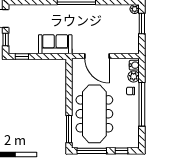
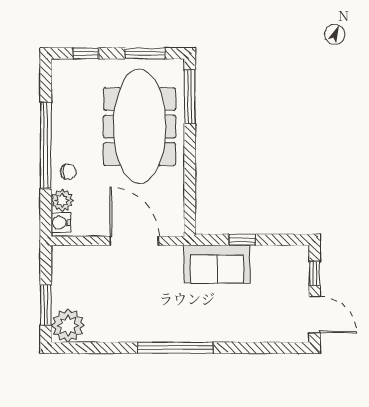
plant: (135, 9) -> (68, 326), width x1.87, depth x1.87
window: (22, 56) -> (242, 240), moved
window: (92, 151) -> (145, 53), width x0.69

